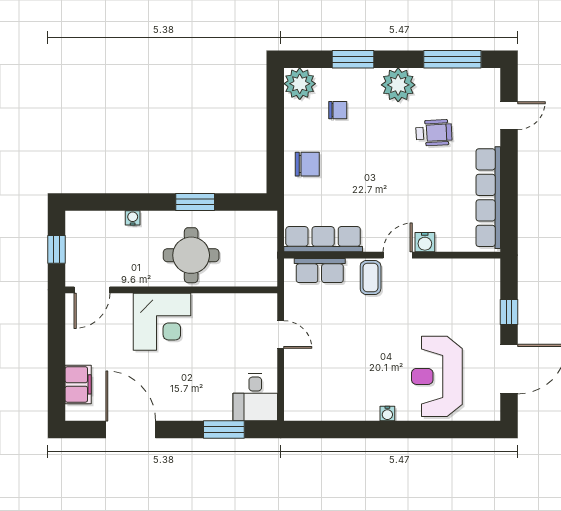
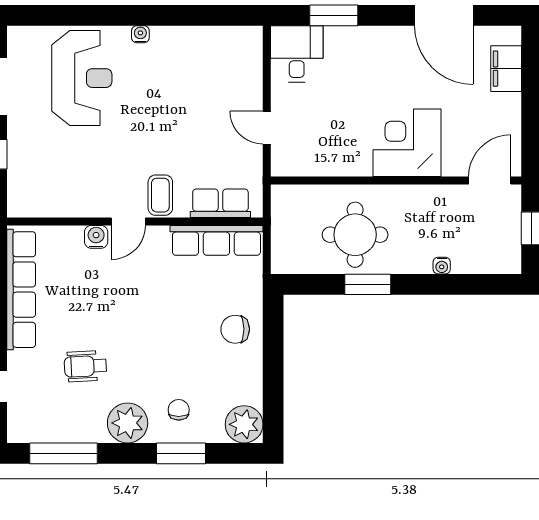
chair: (338, 110) -> (179, 410), moved, turned 90
round table: (191, 255) -> (355, 235), moved

